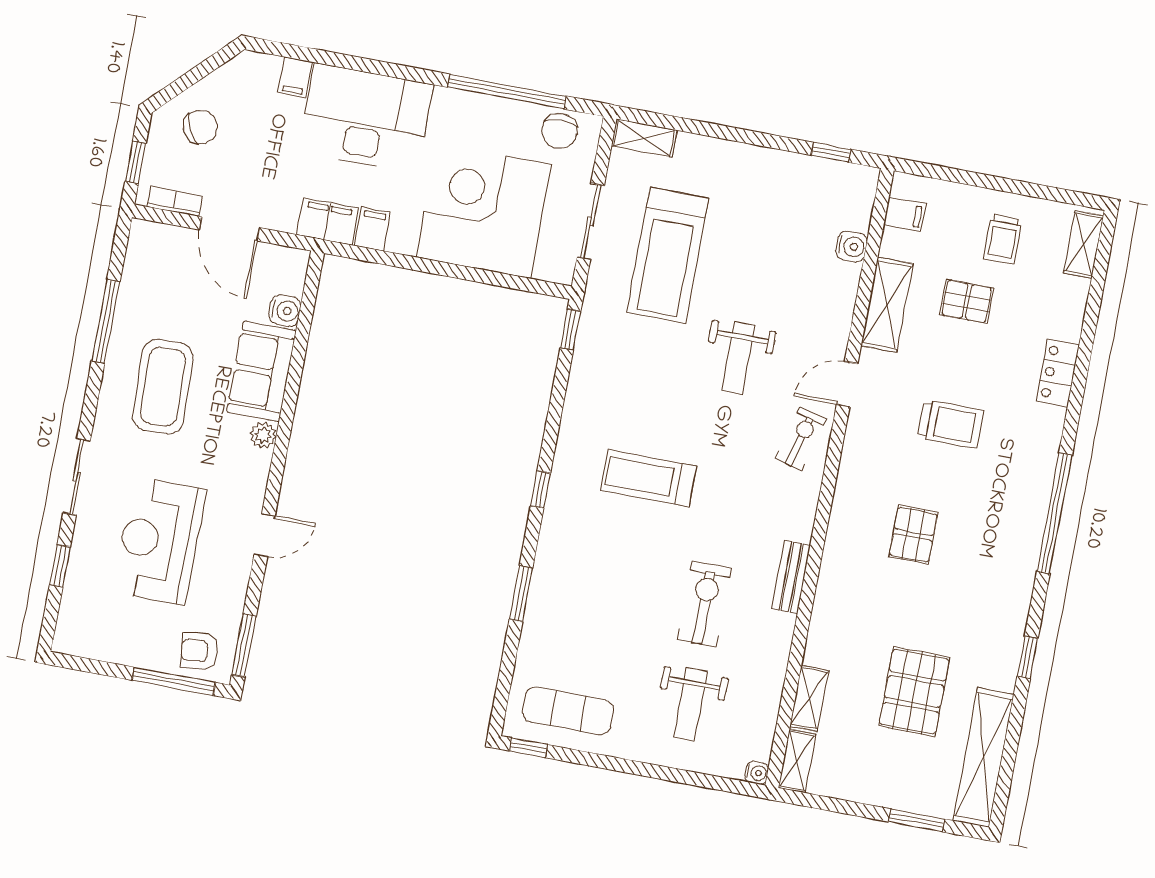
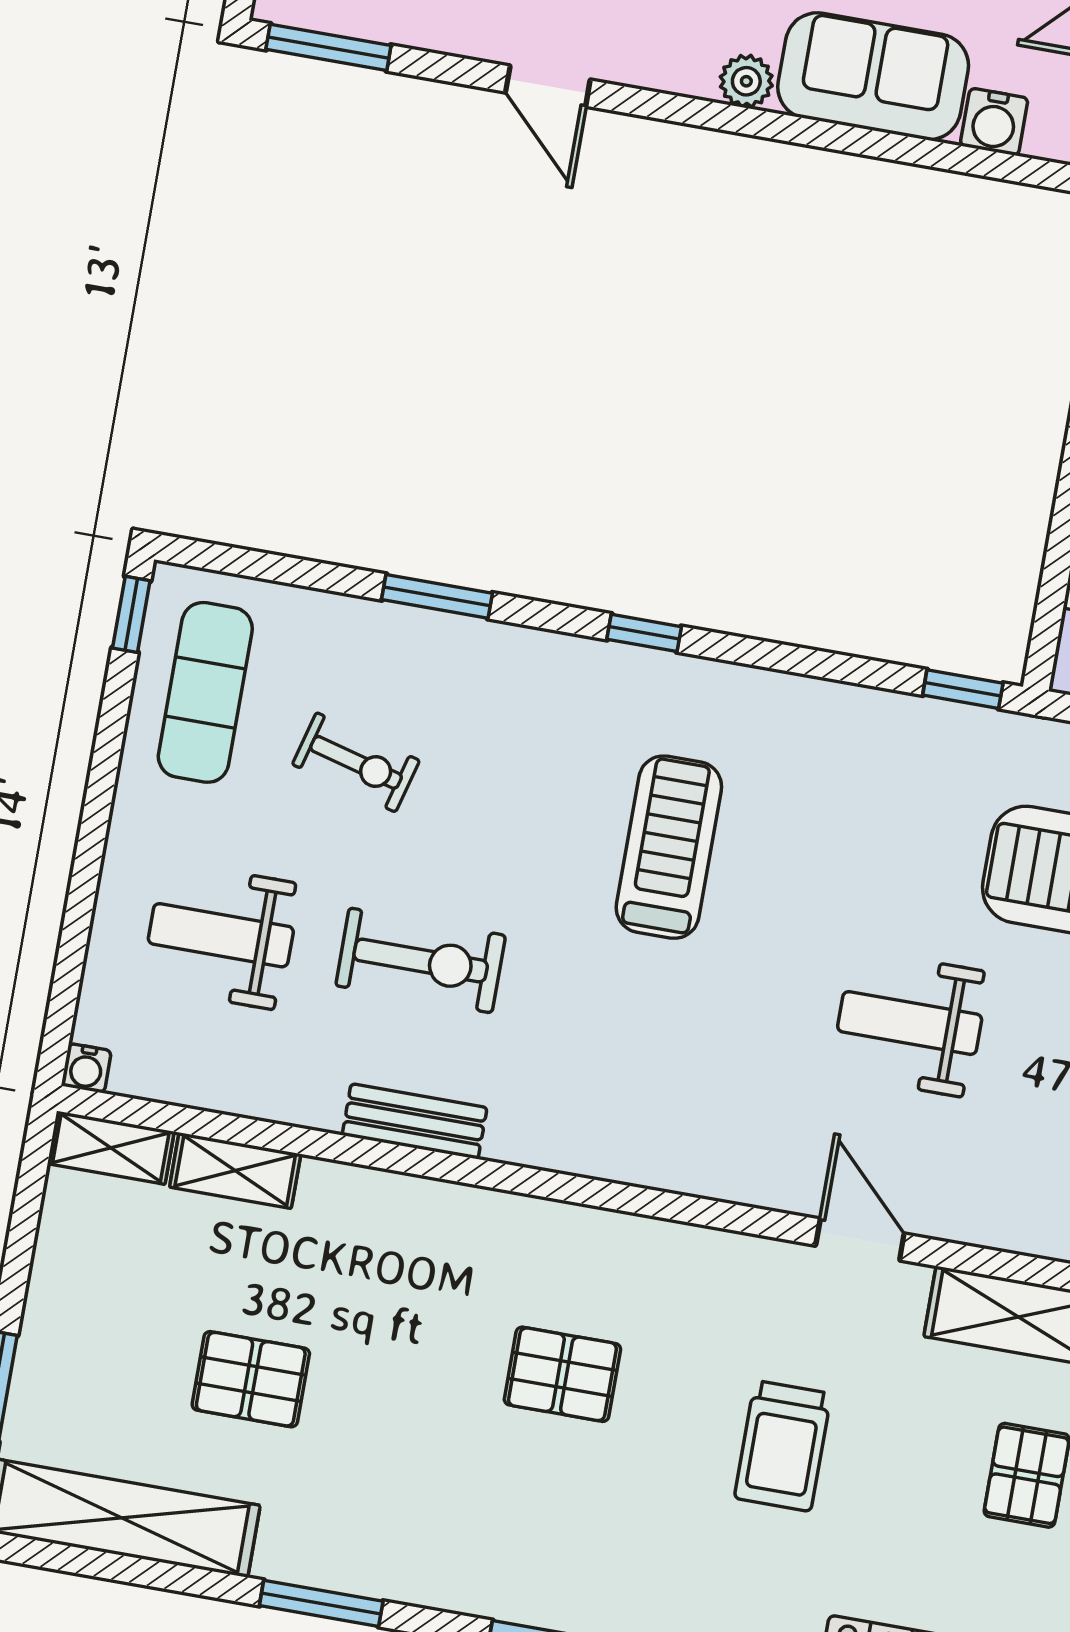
exercise bike: (801, 439) -> (356, 762), moved
bench: (791, 577) -> (415, 1121), moved
window: (1027, 657) -> (321, 1603), width x1.50
pallet: (914, 692) -> (251, 1379), width x0.67, depth x0.71

